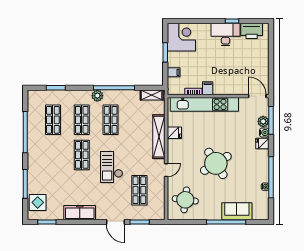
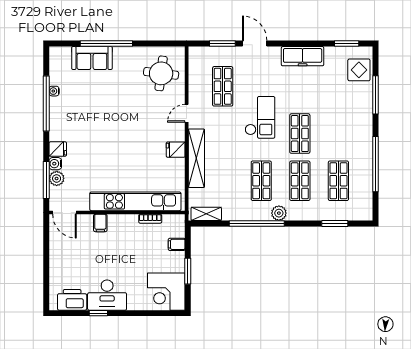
filing cabinet: (208, 88) -> (100, 223), moved
fridge: (174, 133) -> (176, 150), moved
round table: (216, 163) -> (120, 122), removed

